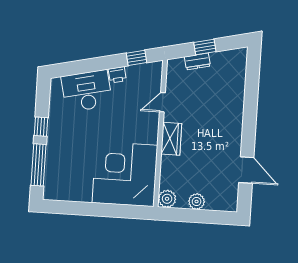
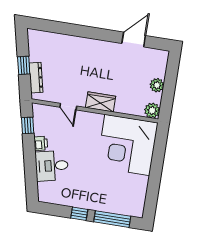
dresser: (197, 61) -> (36, 78), width x1.44
desk: (87, 91) -> (52, 166), width x0.73

